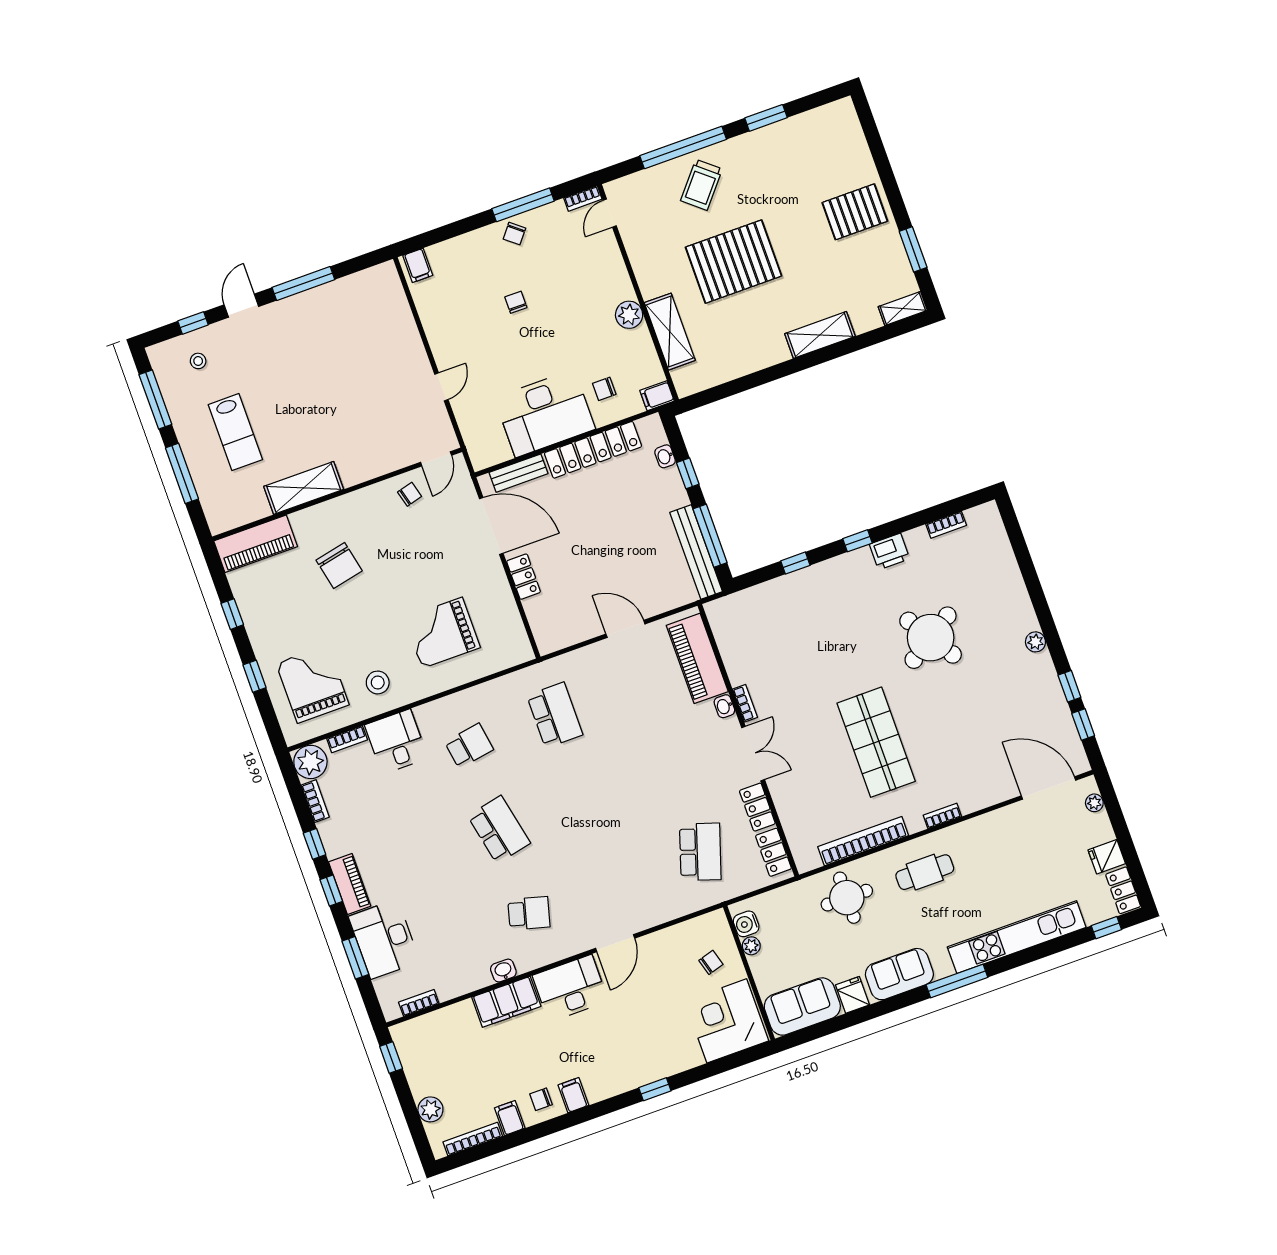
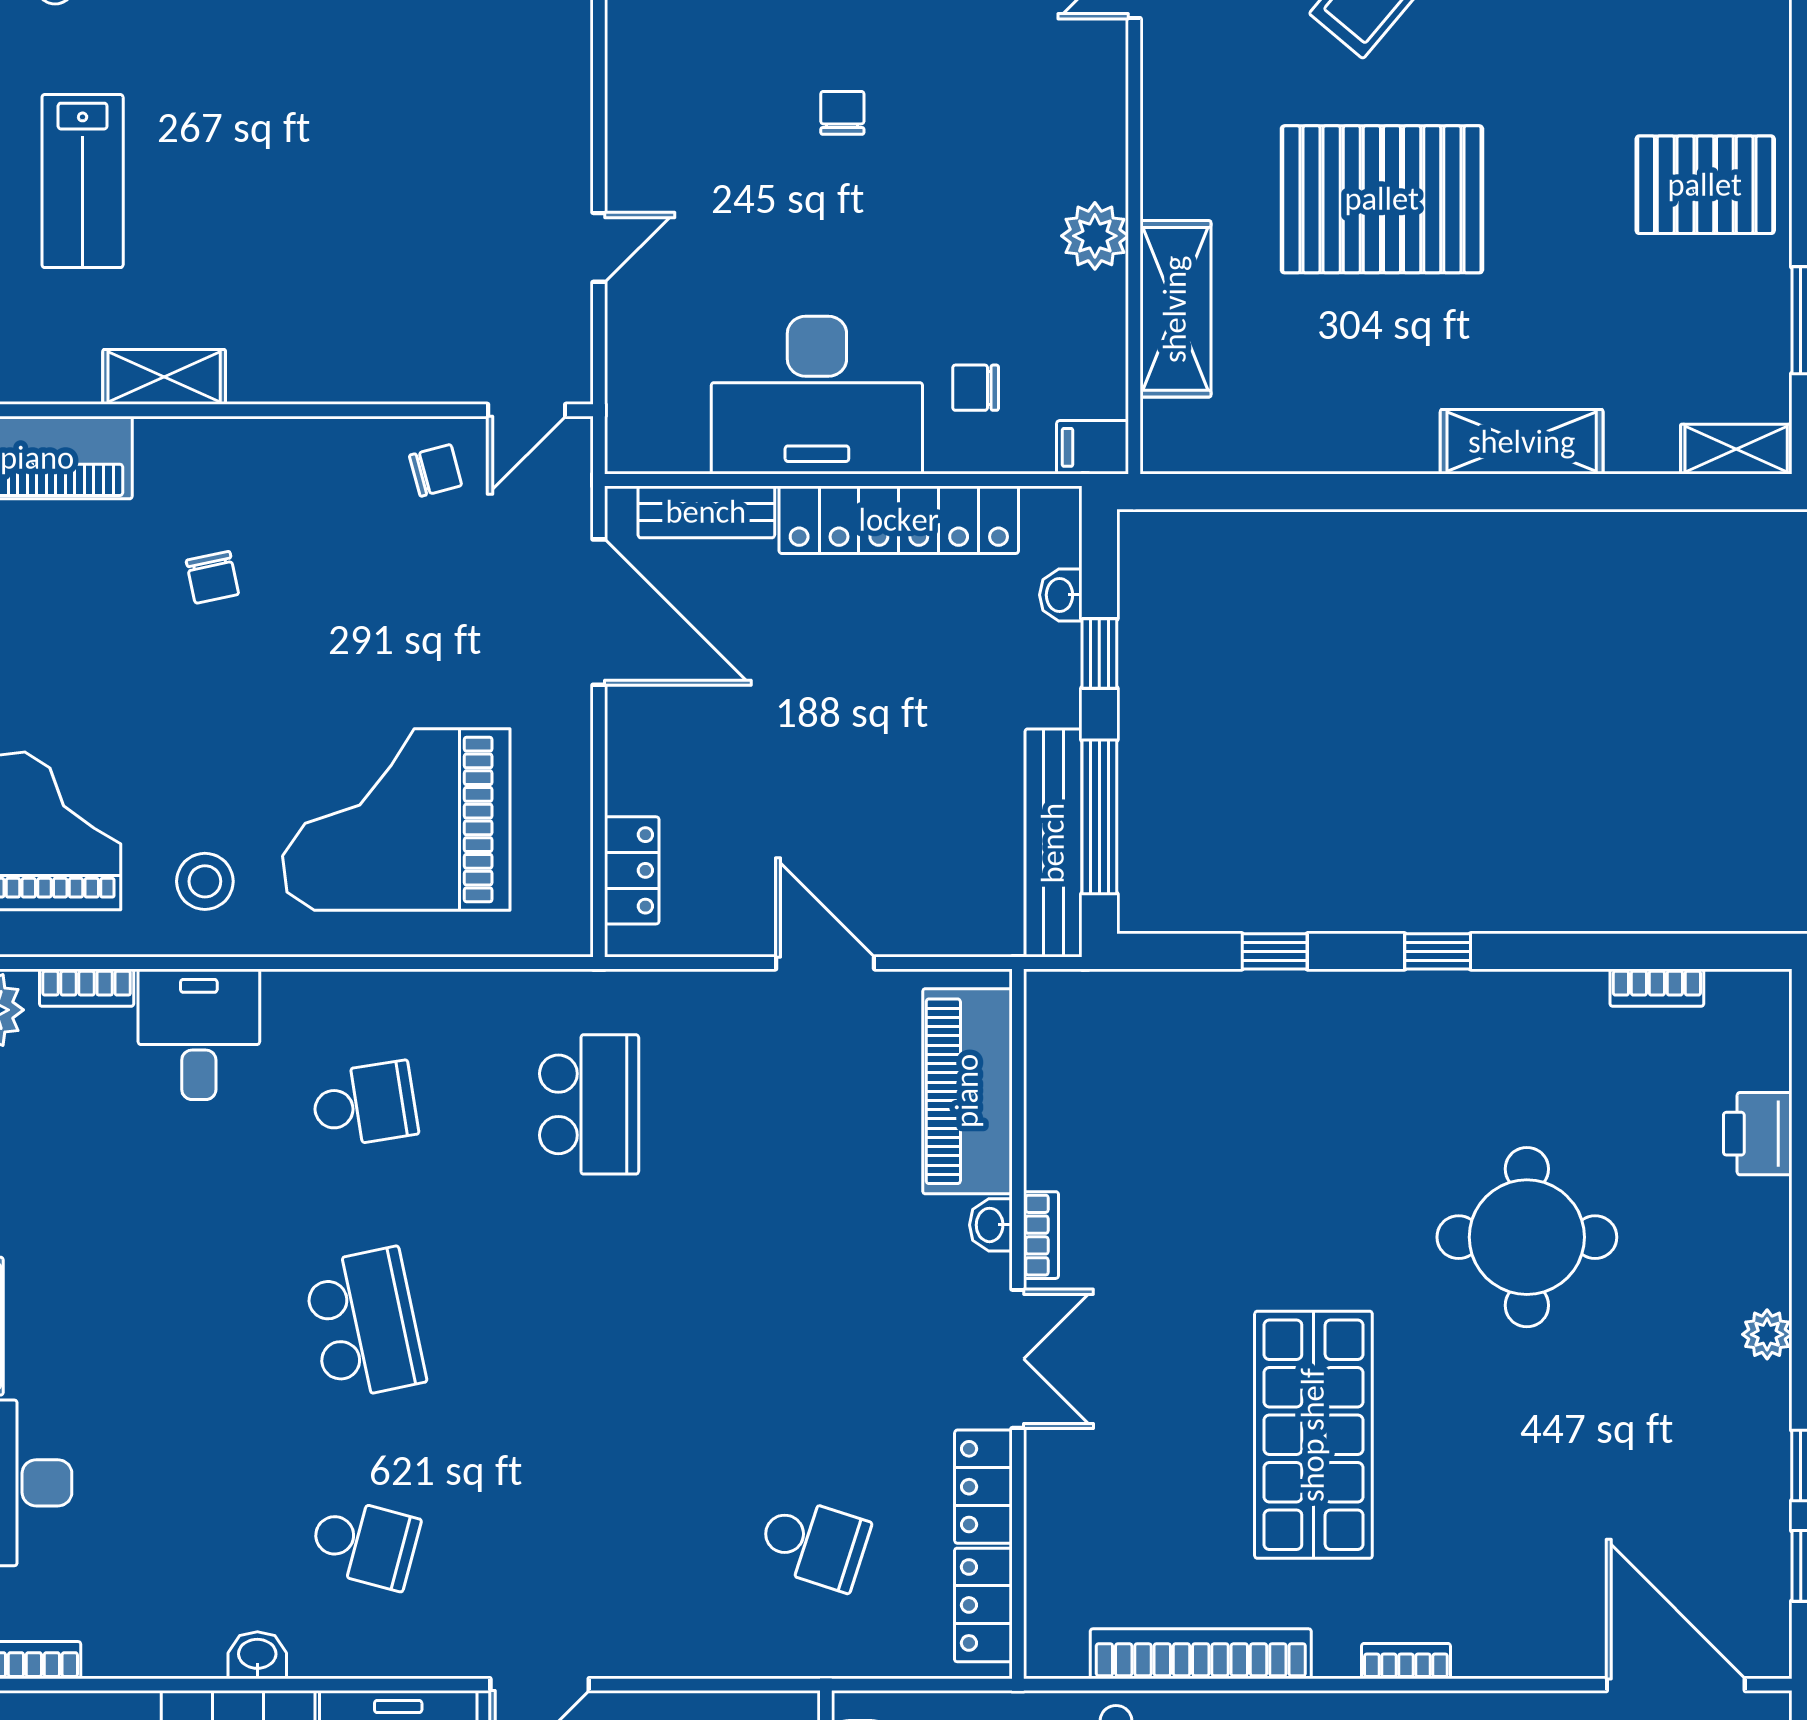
shelving: (304, 488) -> (164, 377), width x0.67, depth x0.75
printer: (889, 552) -> (1758, 1134), moved, turned 90
chair: (339, 565) -> (212, 577), width x0.54, depth x0.54
locker: (524, 577) -> (632, 870), moved
grand piano: (442, 633) -> (396, 820), width x1.37, depth x1.48
round table: (931, 638) -> (1527, 1237), turned 33
school desk: (700, 852) -> (814, 1543), width x0.54

